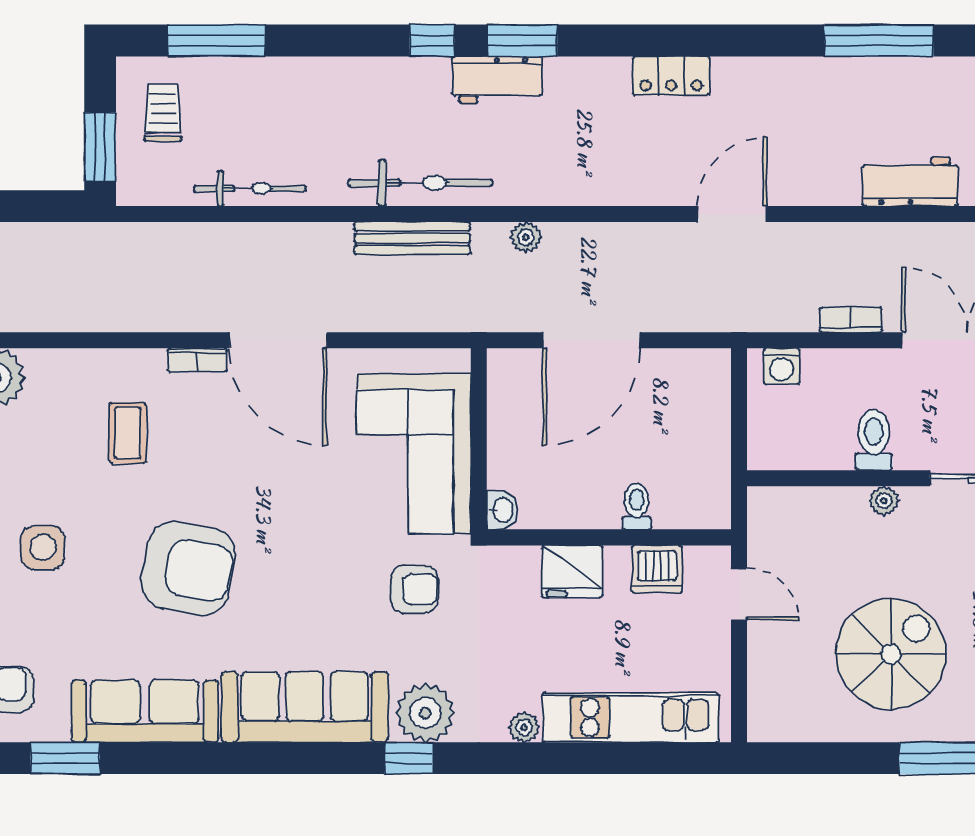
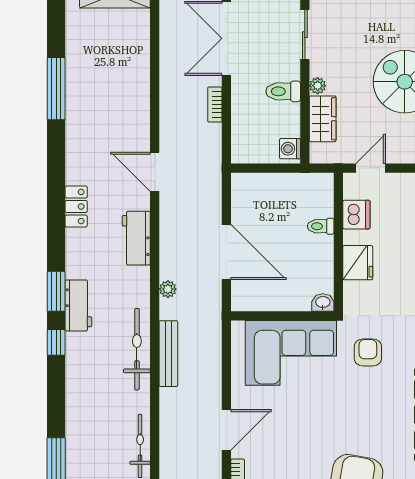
workbench: (910, 182) -> (136, 238), moved
door: (278, 340) -> (226, 430), width x0.73
washing machine: (782, 366) -> (290, 149), moved, turned 180
wardrobe: (826, 510) -> (323, 119), added

